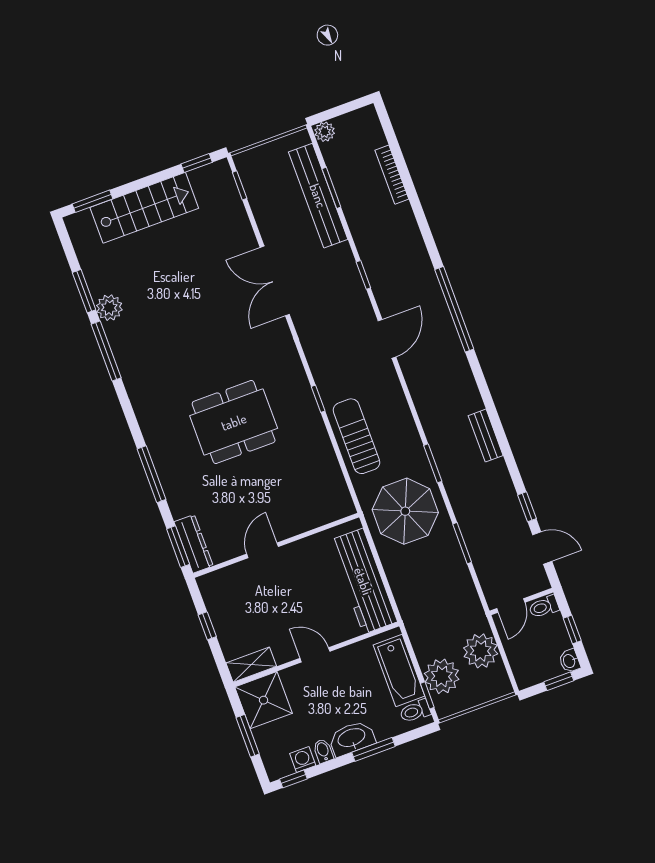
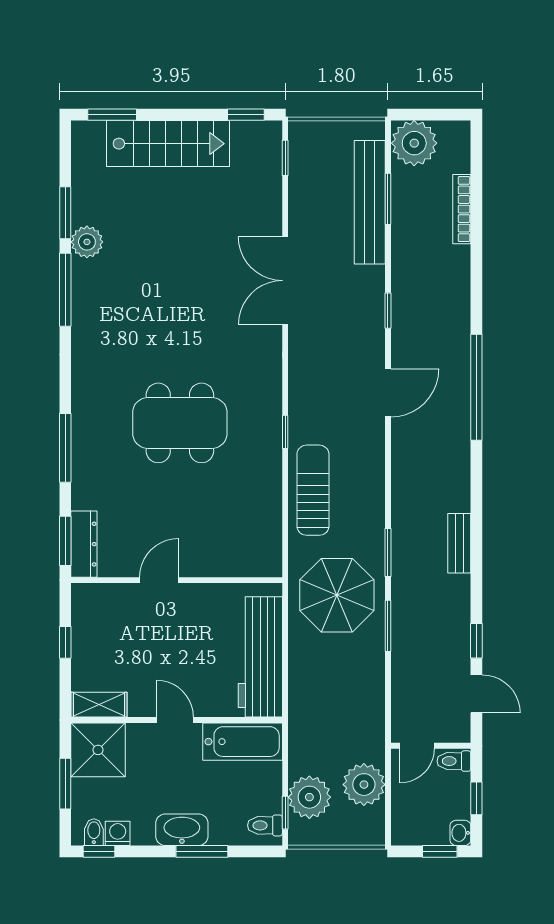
plant: (325, 132) -> (414, 143), width x1.87, depth x1.87
window: (462, 543) -> (388, 626), moved
bathtub: (399, 671) -> (243, 742), moved, turned -90
bidet: (323, 751) -> (94, 832), moved

